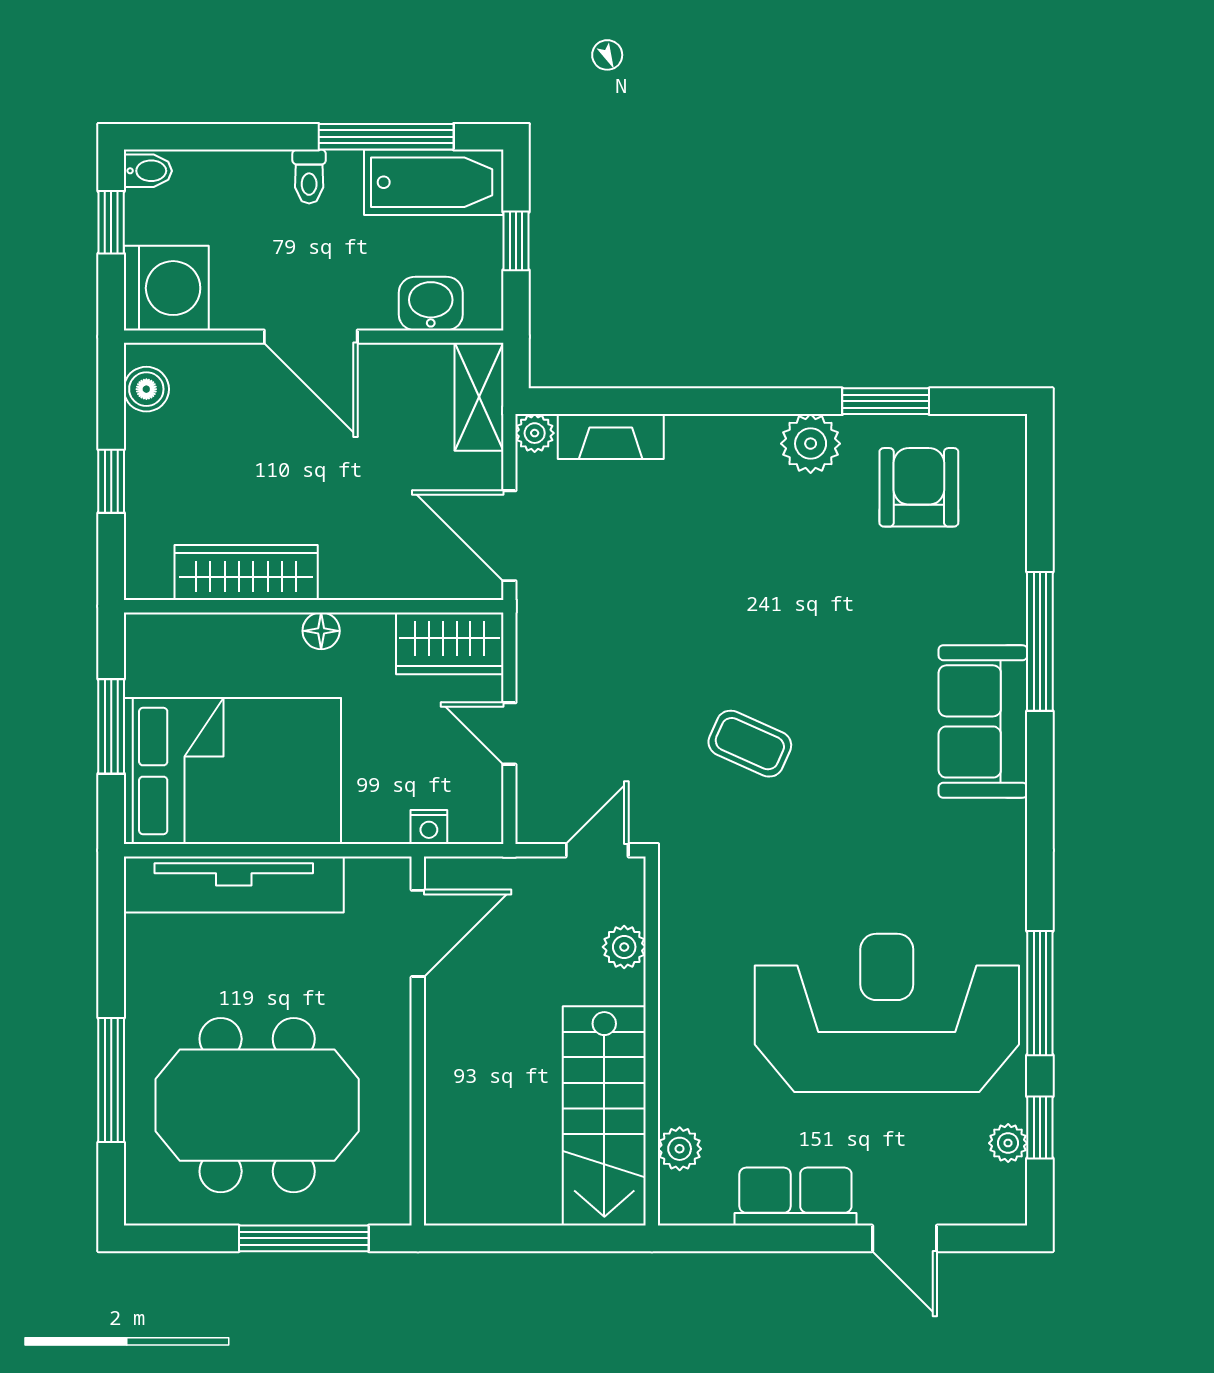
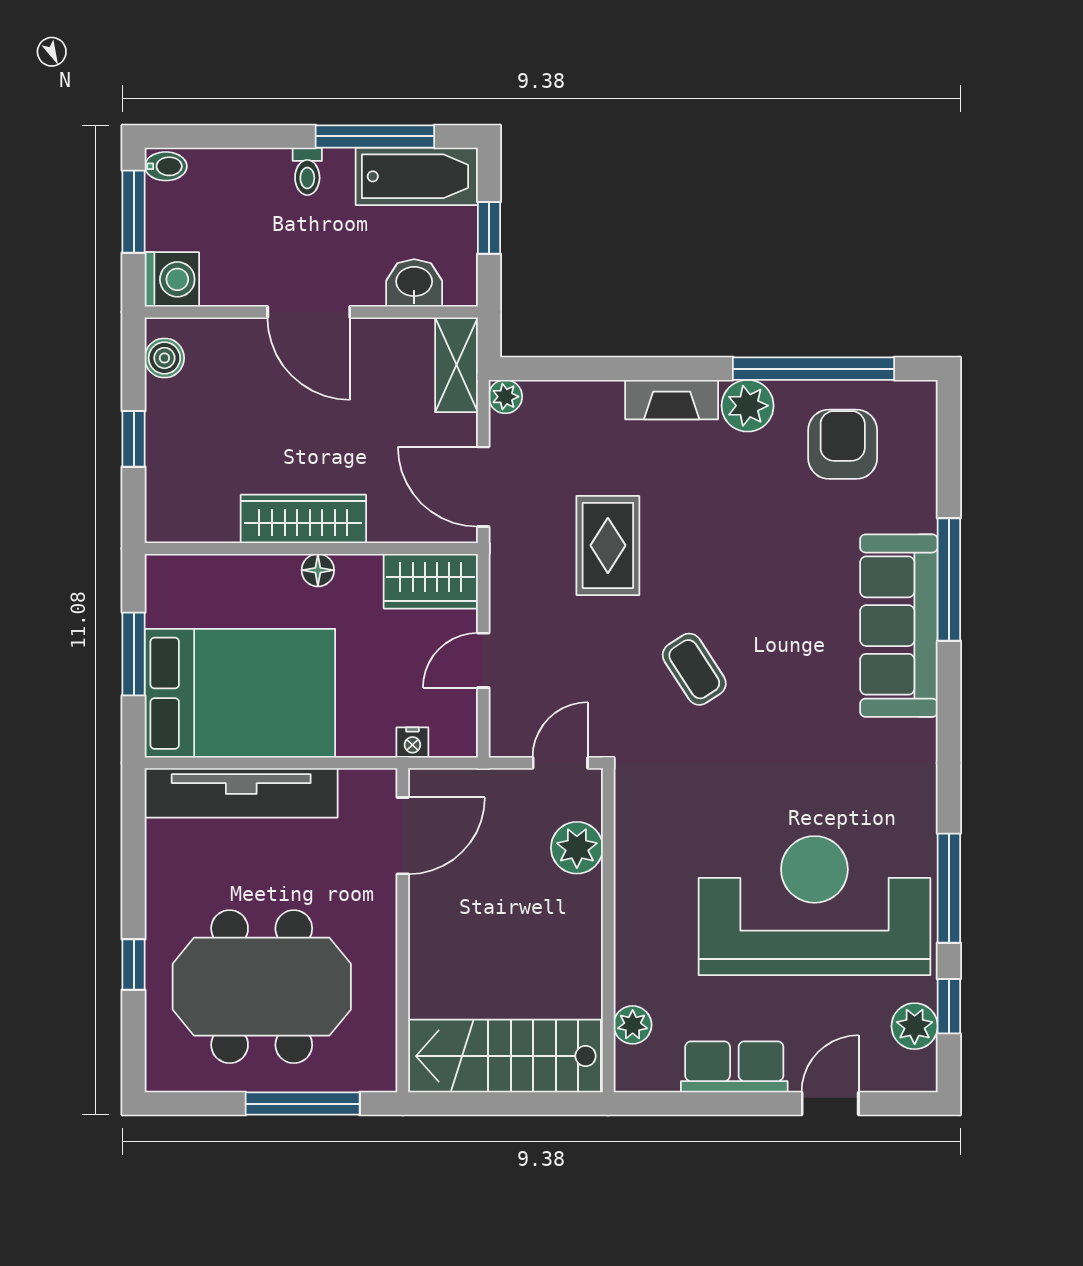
window: (111, 222) -> (134, 212), width x1.50
washing machine: (166, 288) -> (172, 279), width x0.73, depth x0.73
window: (886, 401) -> (814, 369), width x2.11
fireplace: (611, 436) -> (672, 400), moved
wardrobe: (246, 572) -> (303, 519), moved
rug: (652, 603) -> (608, 545), added
sofa: (983, 721) -> (899, 626), width x1.36
door: (509, 733) -> (483, 660), hinge flipped
coffee table: (750, 744) -> (694, 669), turned 33
plant: (624, 947) -> (577, 848), width x1.38, depth x1.38
window: (111, 1080) -> (134, 965), width x0.46
stairs: (604, 1116) -> (505, 1056), moved, turned 90
plant: (1008, 1143) -> (915, 1026), width x1.38, depth x1.38
door: (905, 1238) -> (830, 1104), swing flipped

